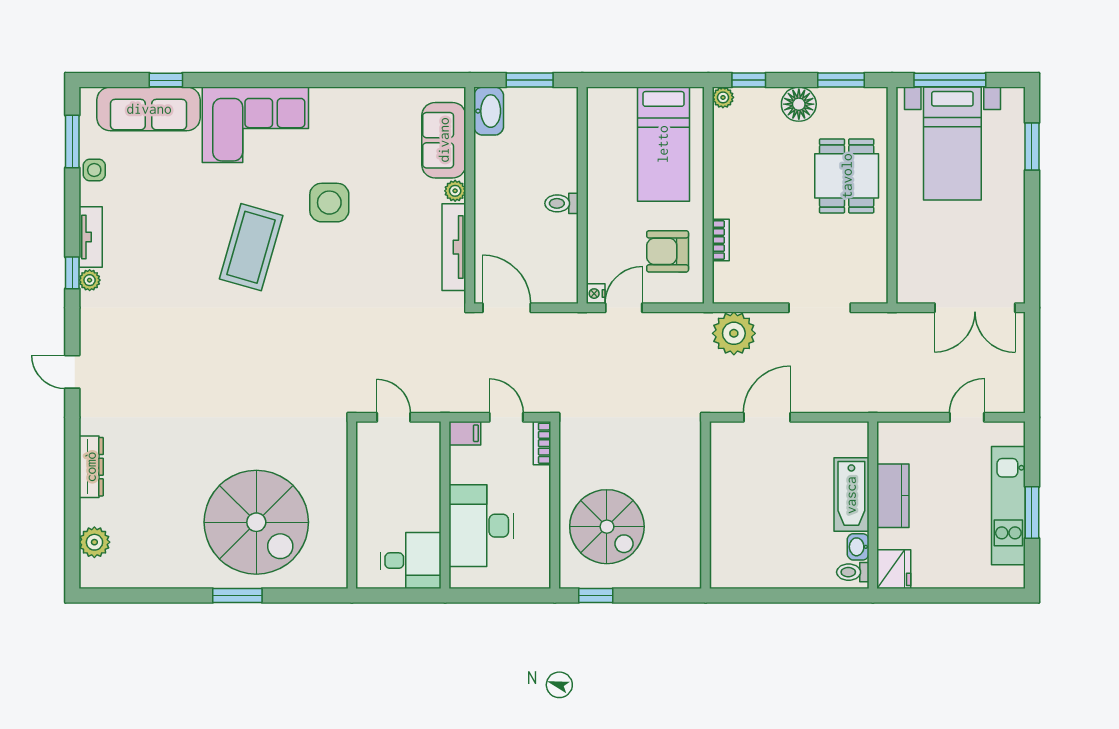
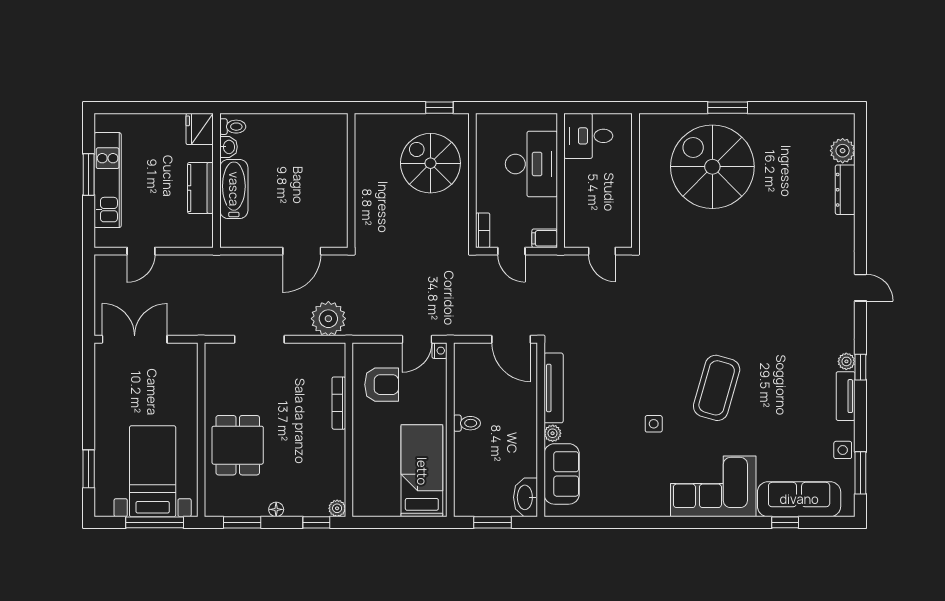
floor lamp: (799, 104) -> (276, 509), width x0.53, depth x0.53
bed: (663, 144) -> (422, 471), moved
side table: (329, 203) -> (654, 424), width x0.54, depth x0.54
bookcase: (721, 240) -> (339, 403), width x1.56
dresser: (91, 467) -> (845, 190), moved

